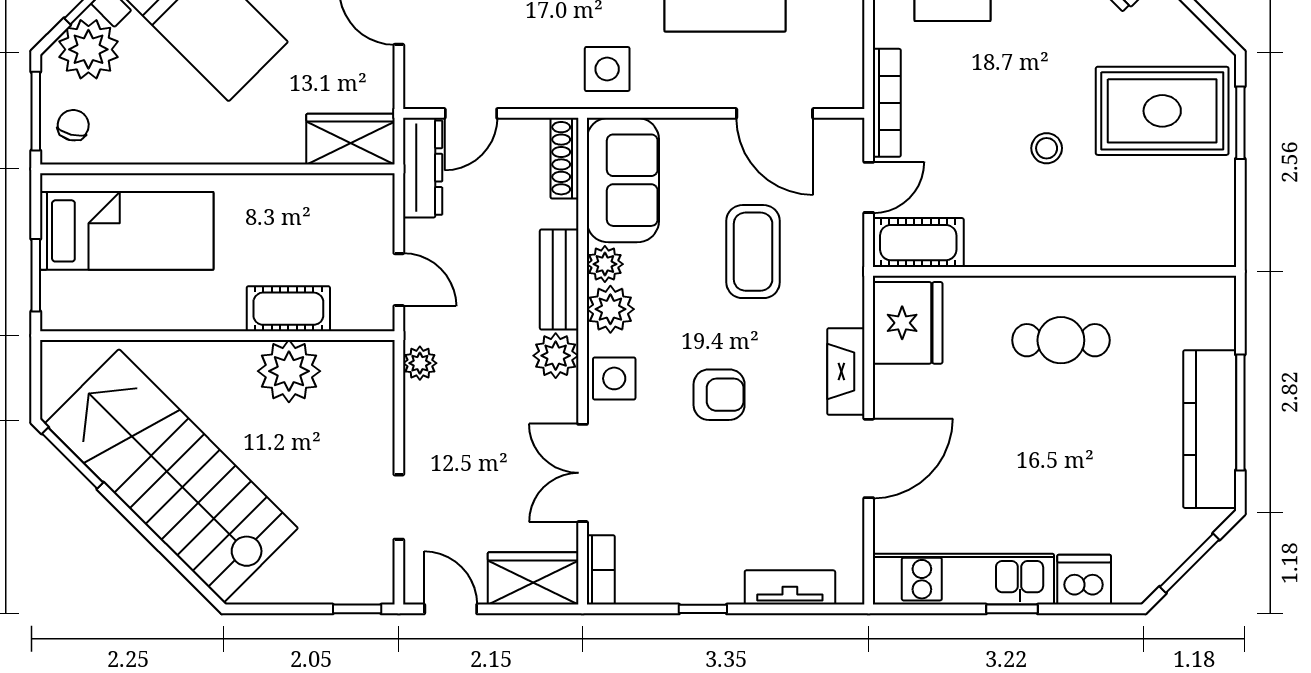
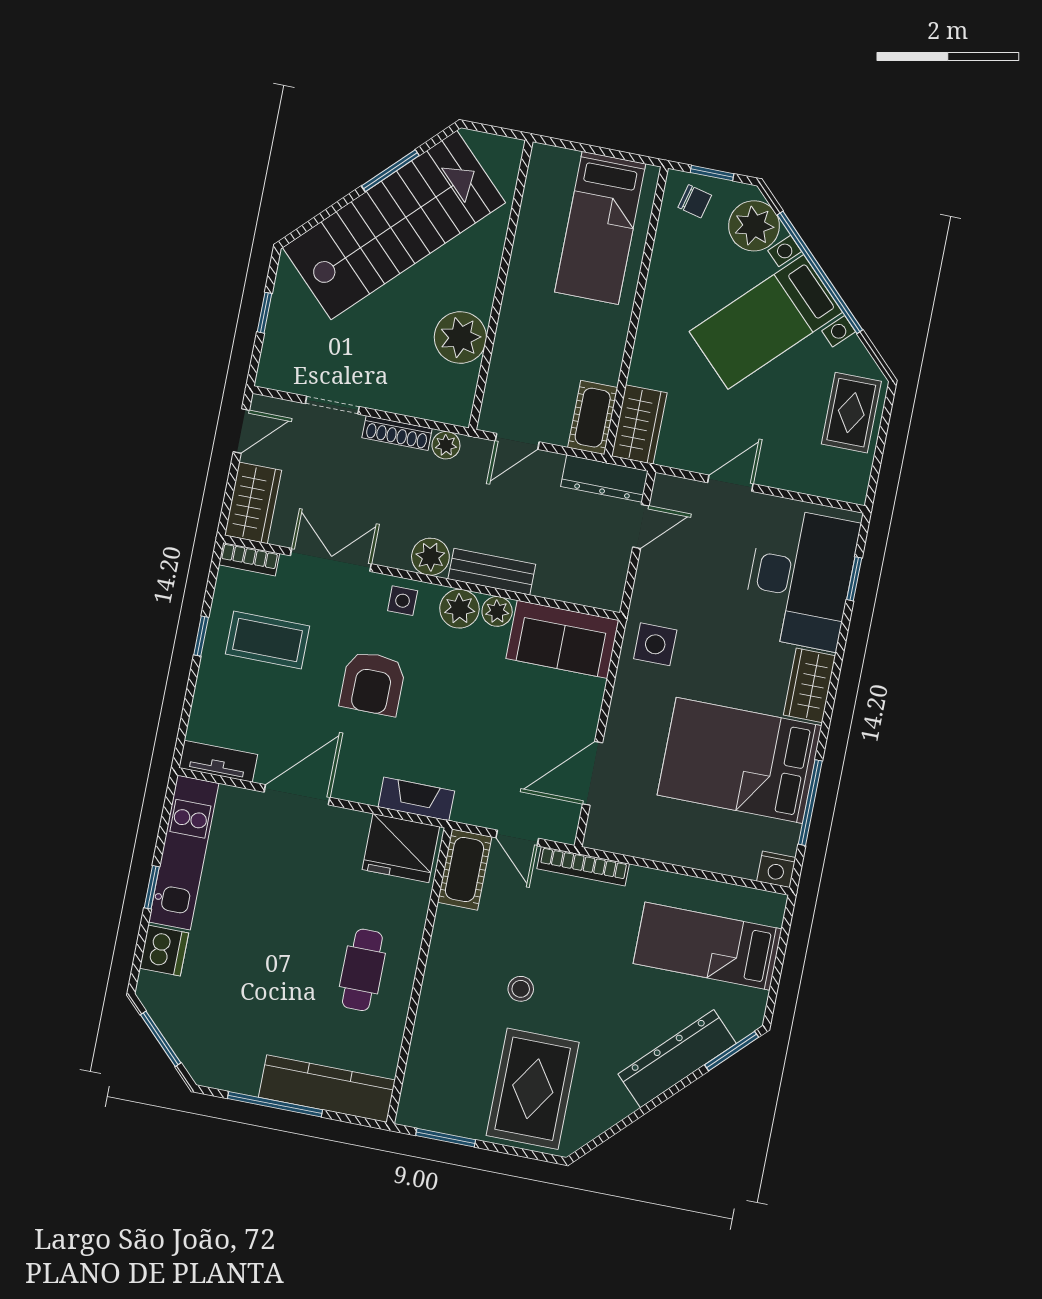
window: (36, 111) -> (712, 173), width x0.67
door: (471, 113) -> (641, 526), swing flipped
window: (1240, 123) -> (446, 1138), moved
shoe rack: (564, 158) -> (397, 433), moved, turned 180
coffee table: (753, 252) -> (268, 640), moved
window: (36, 275) -> (579, 147), removed
cot: (288, 309) -> (593, 418), moved
fireplace: (846, 371) -> (416, 799), moved
side table: (614, 378) -> (403, 601), width x0.73, depth x0.73
armchair: (719, 395) -> (373, 683), width x1.38, depth x1.38
kitchen counter: (1210, 429) -> (327, 1089), moved
window: (73, 458) -> (390, 171), moved
door: (869, 458) -> (297, 795), swing flipped
tv unit: (790, 587) -> (218, 761), moved, turned -90
window: (357, 609) -> (265, 313), moved

